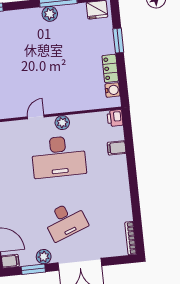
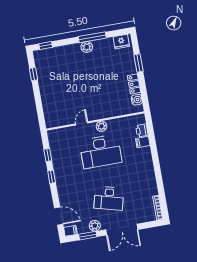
printer: (115, 118) -> (142, 130), moved
desk: (65, 221) -> (109, 198), turned 36

